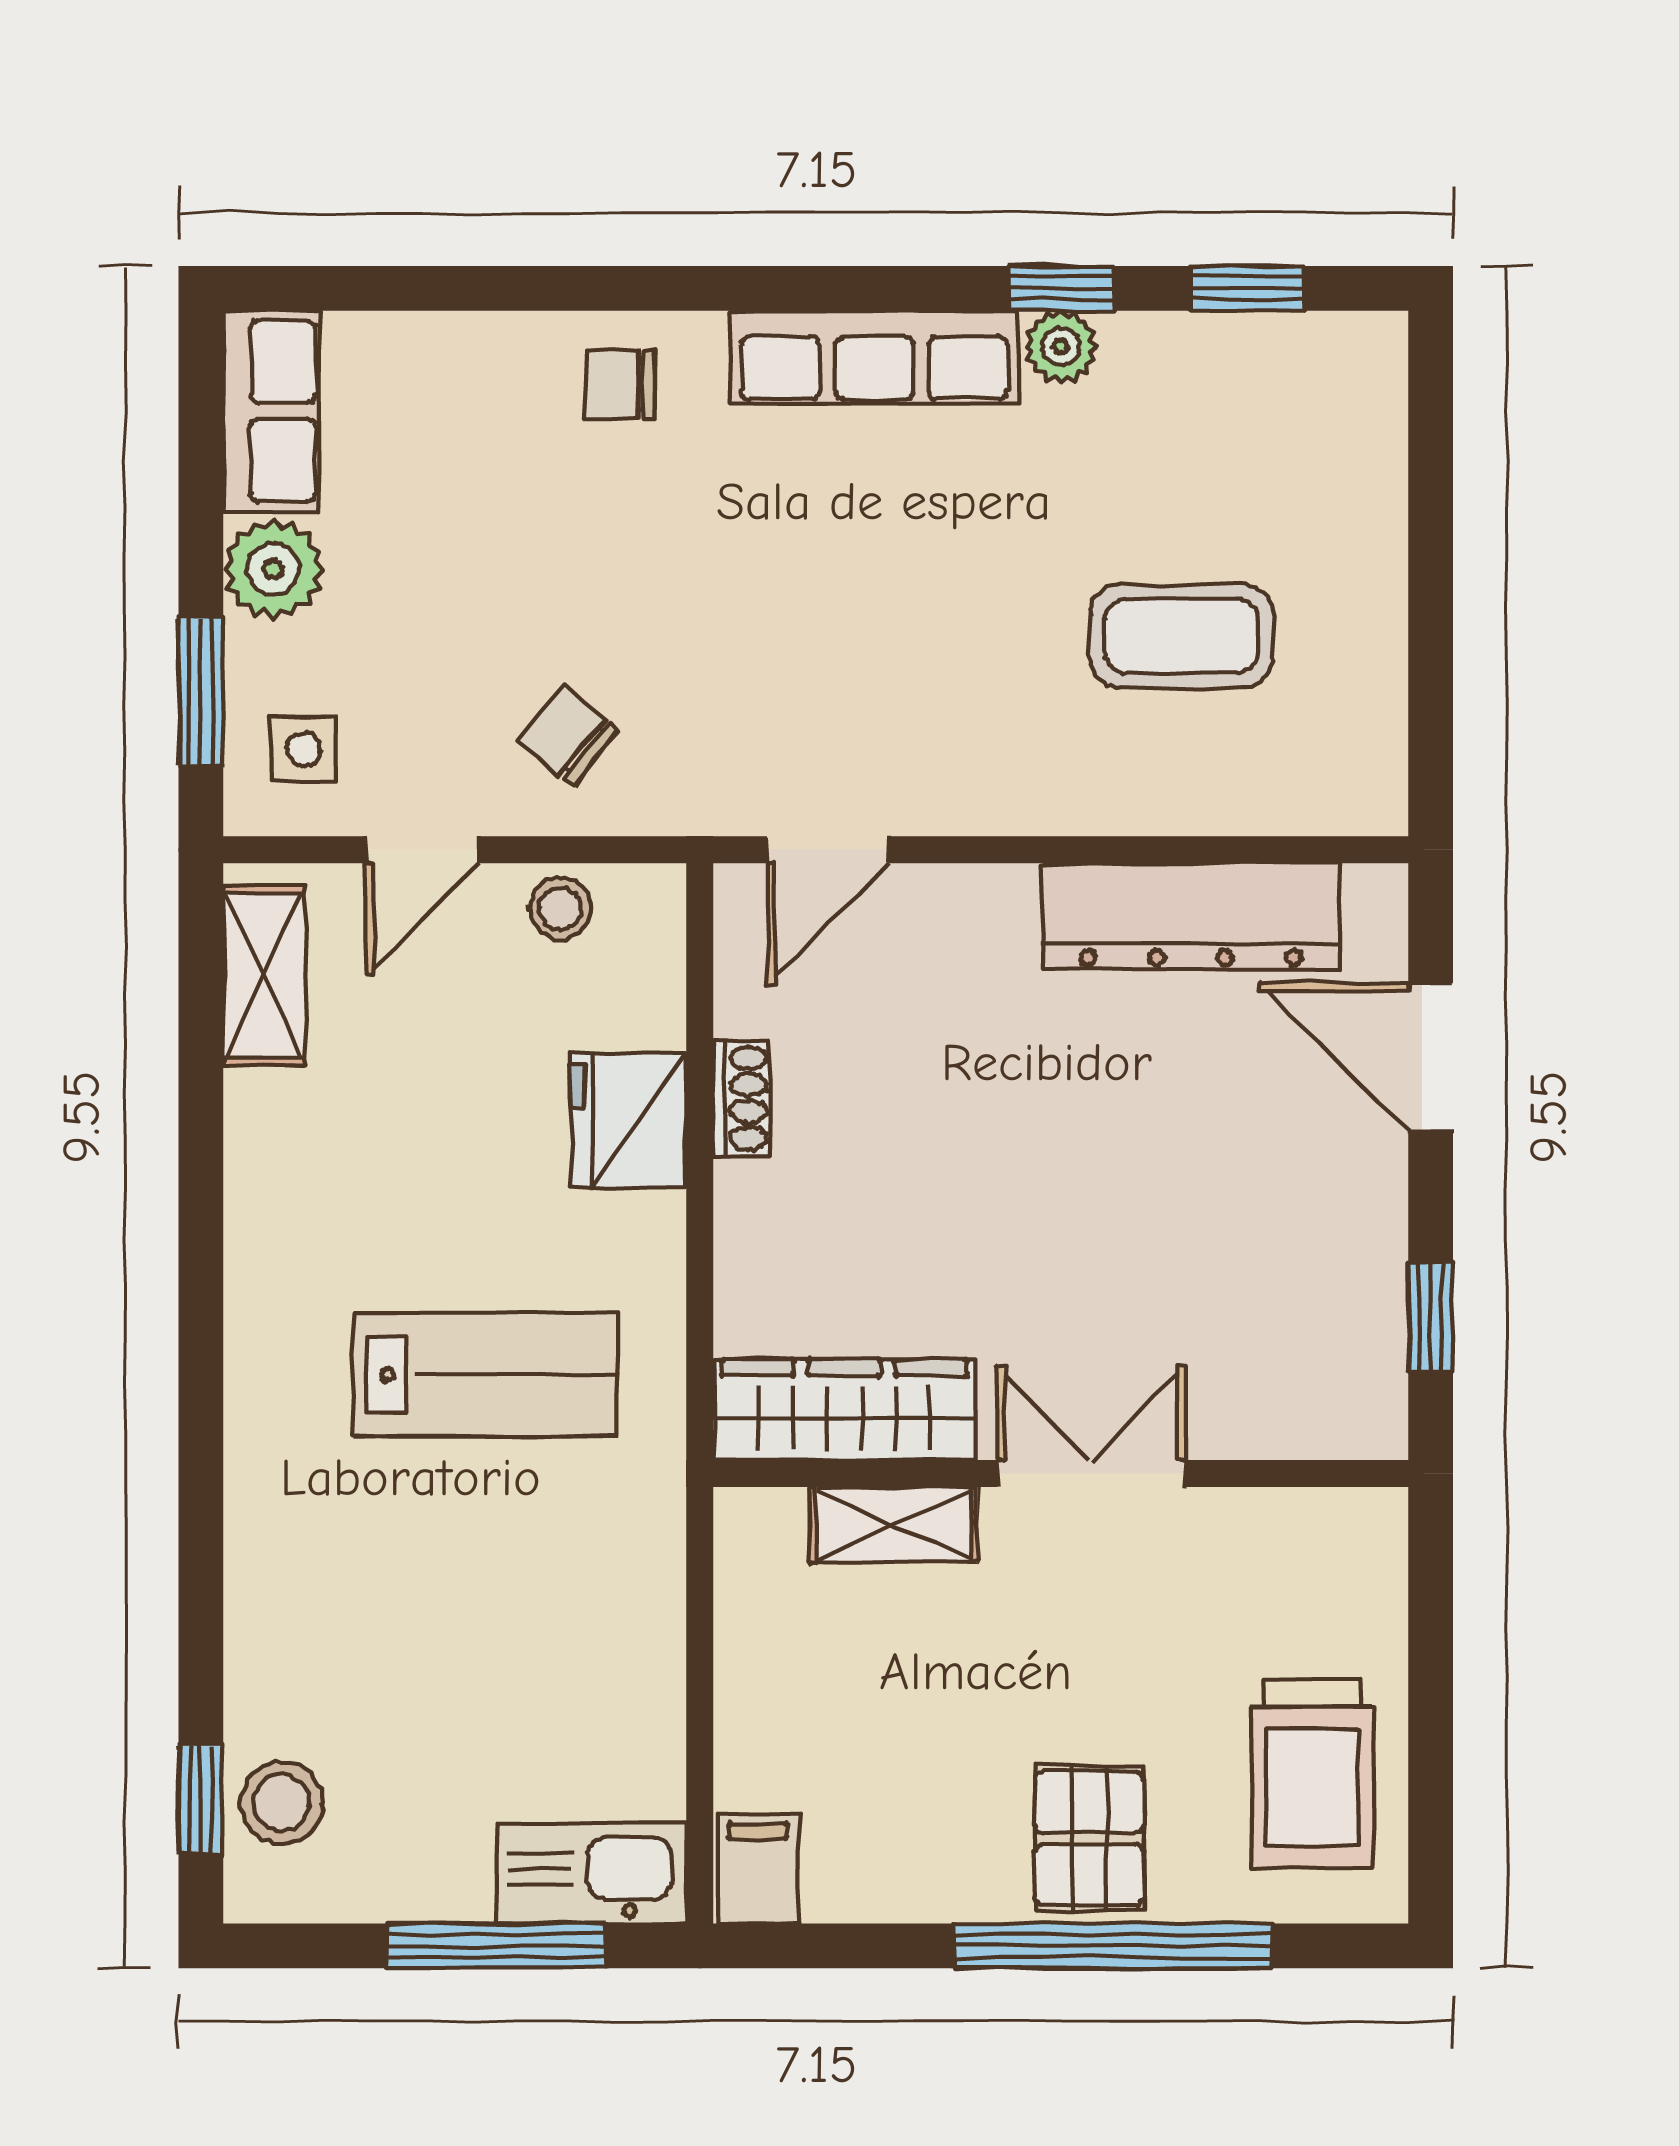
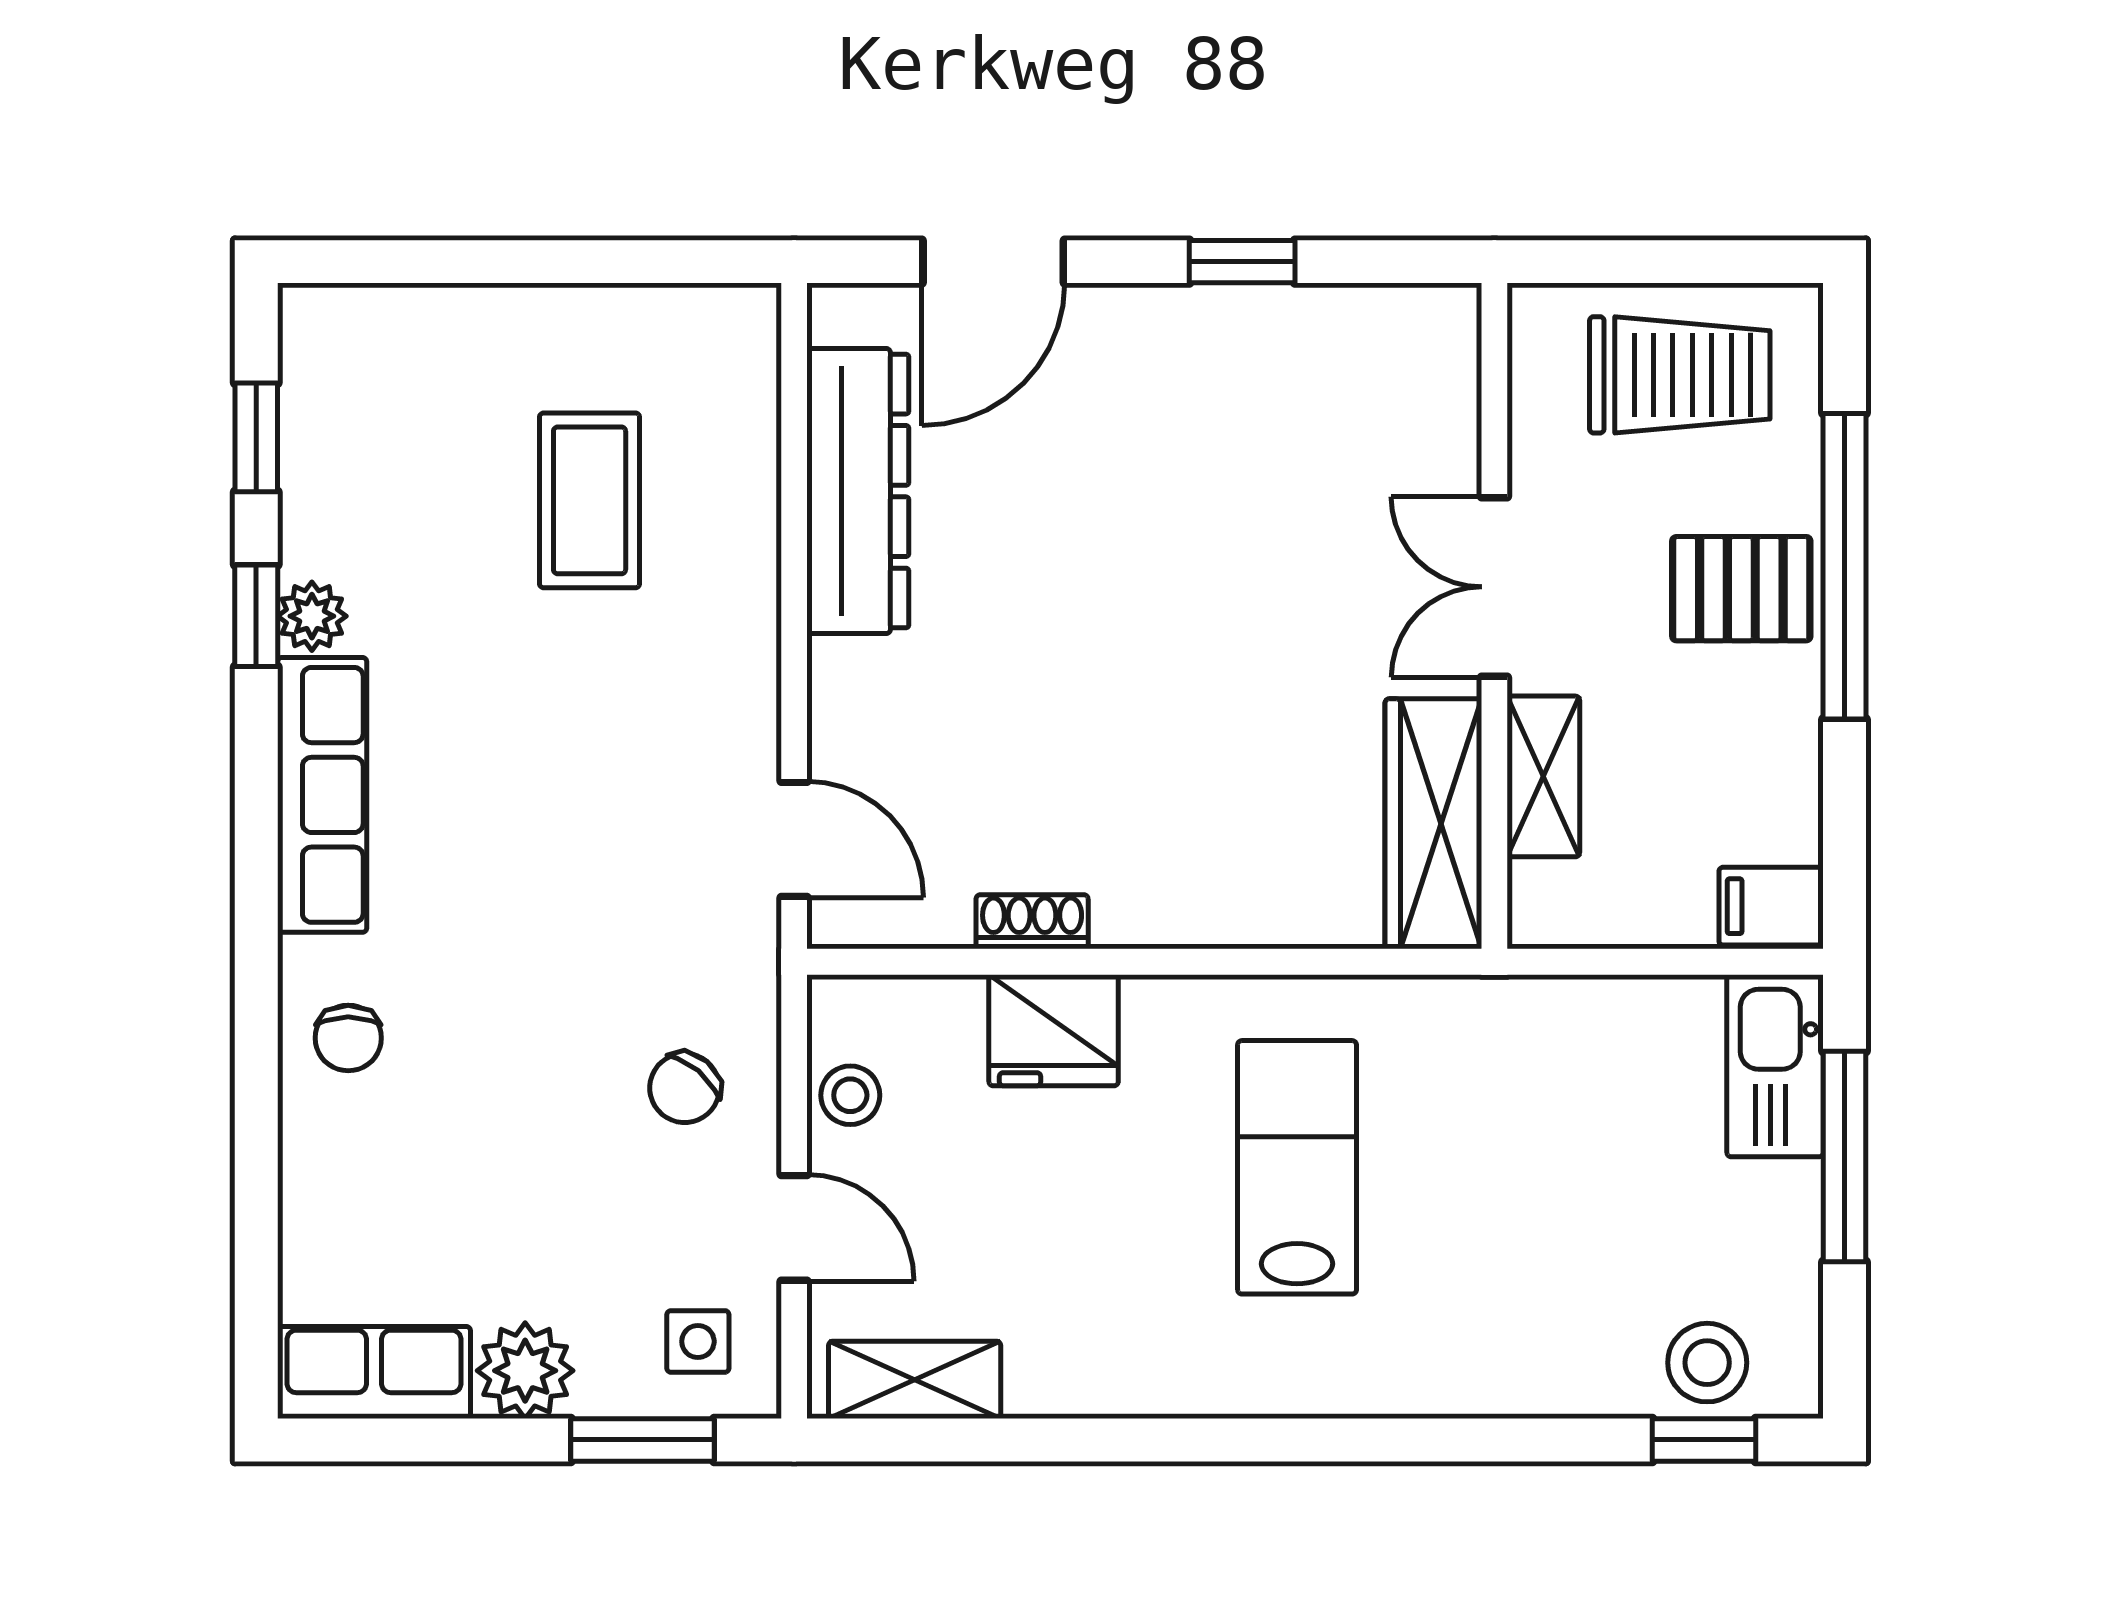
wardrobe: (844, 1410) -> (1433, 824), moved
wall: (1061, 1474) -> (1494, 616), moved
double door: (1091, 1474) -> (1494, 587), moved
shelving: (893, 1525) -> (1543, 776), moved

